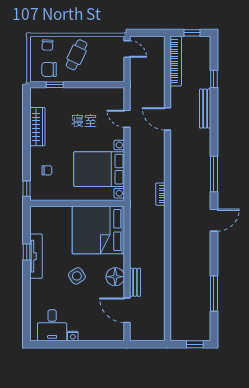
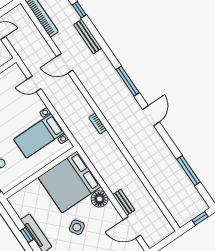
bed with nightstands: (99, 169) -> (39, 136), width x0.73
floor lamp: (115, 277) -> (100, 199), moved

